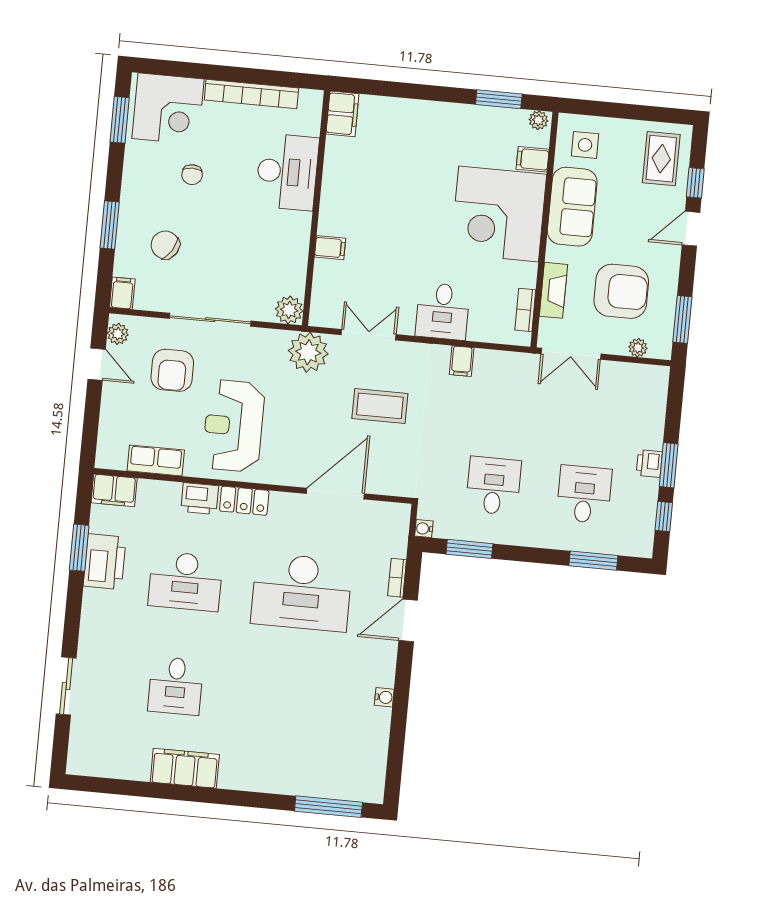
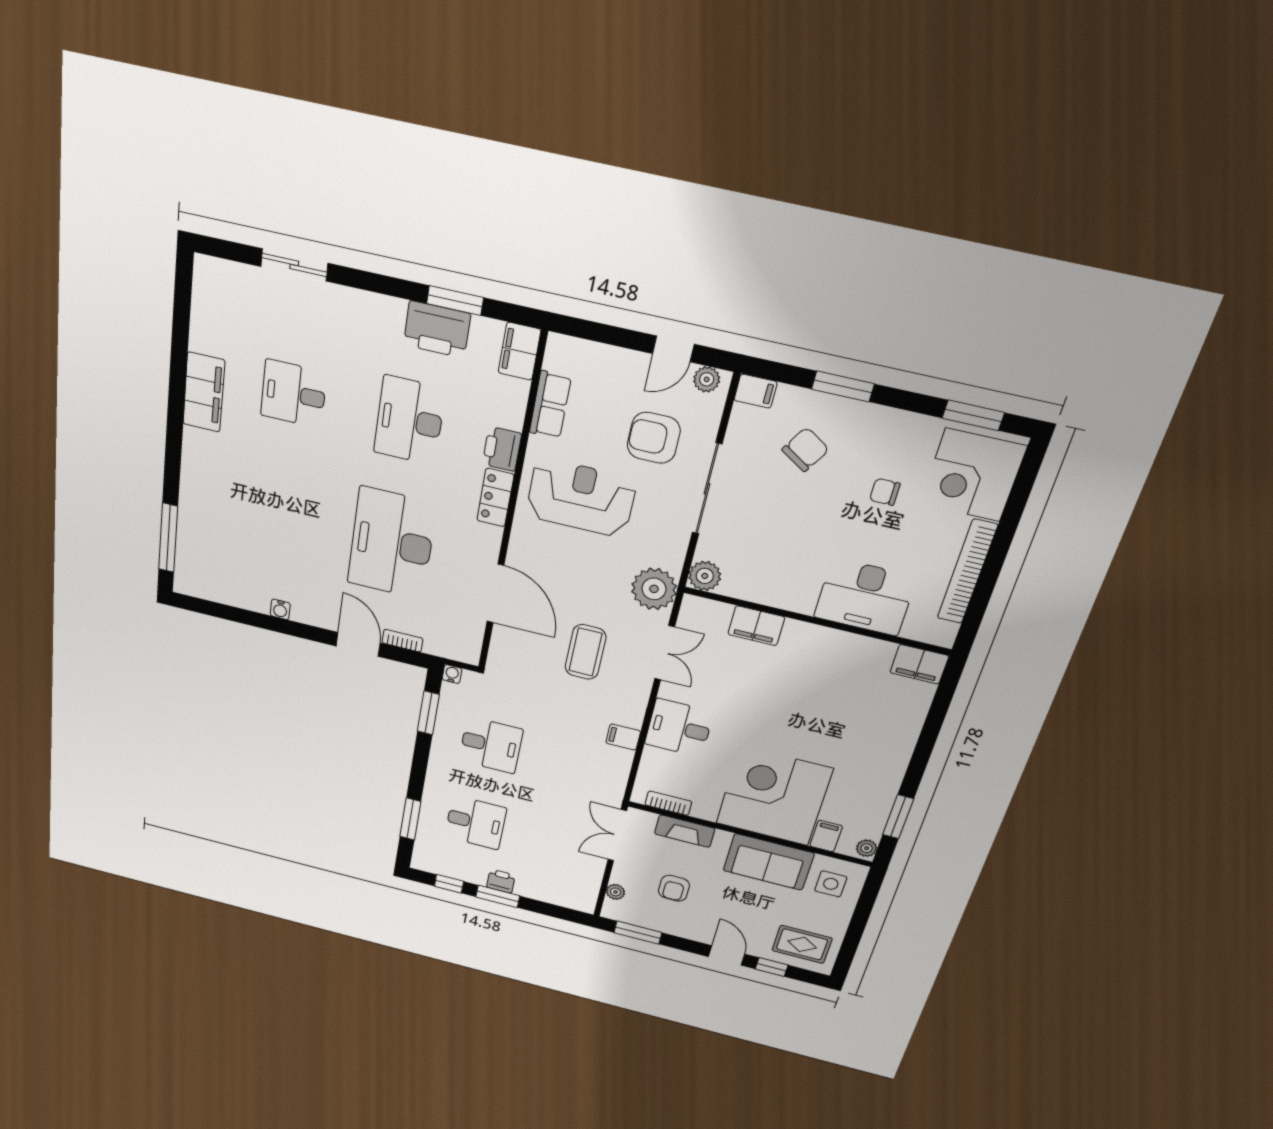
filing cabinet: (330, 248) -> (756, 626), width x2.00
armchair: (621, 291) -> (674, 888), width x0.53, depth x0.53

